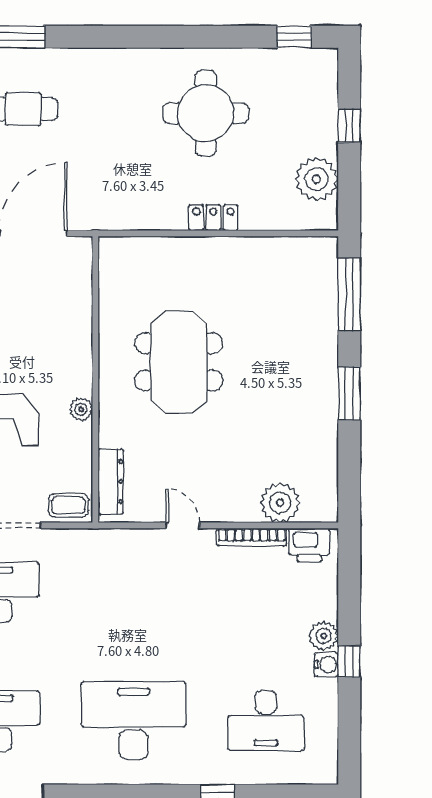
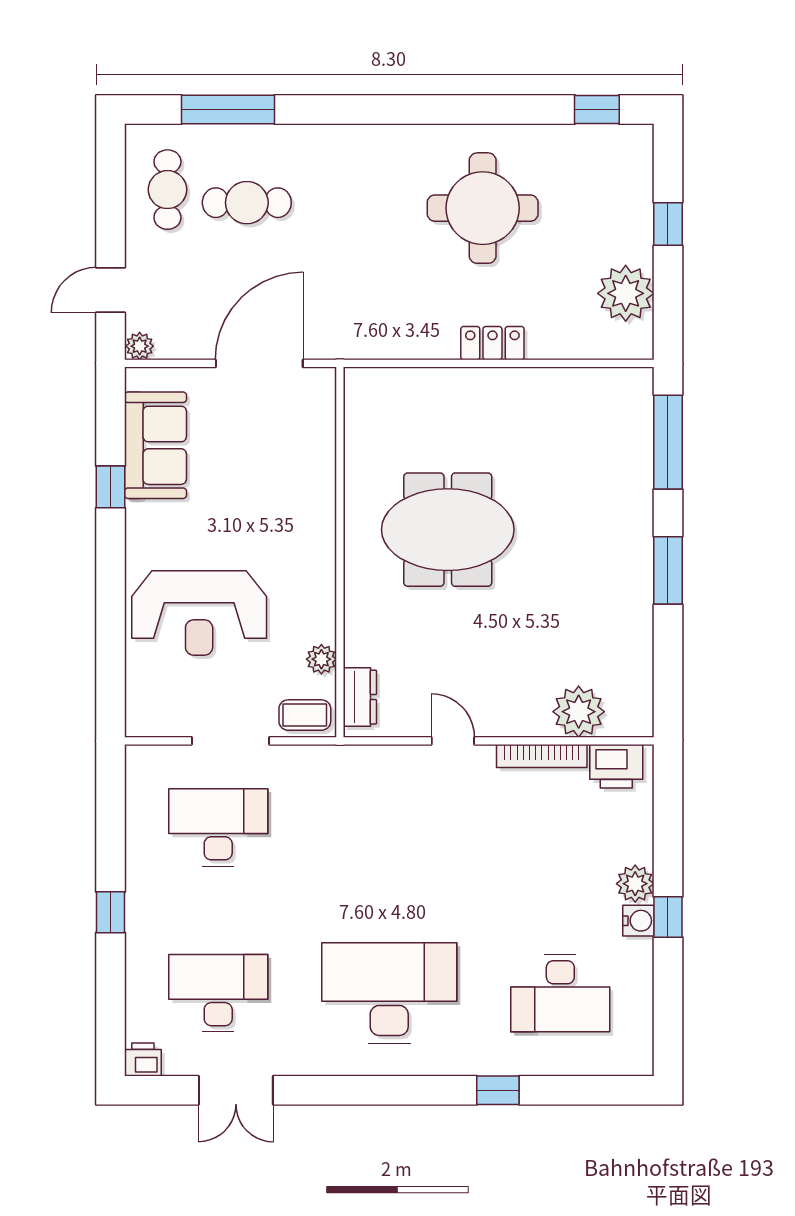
meeting table: (179, 362) -> (448, 530), turned 90
plant: (81, 409) -> (321, 659), moved
dresser: (111, 482) -> (360, 697), width x0.70

